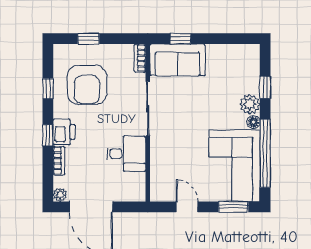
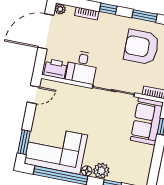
window: (48, 89) -> (145, 16), width x1.50
printer: (64, 132) -> (55, 69), moved, turned 180
door: (187, 207) -> (33, 95), moved

